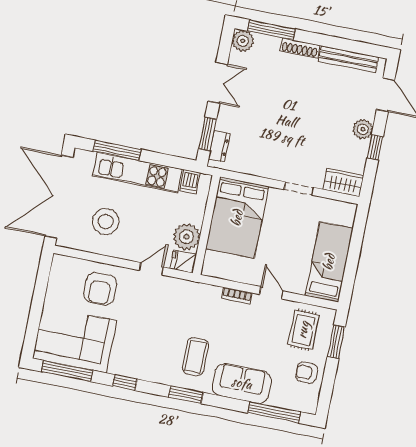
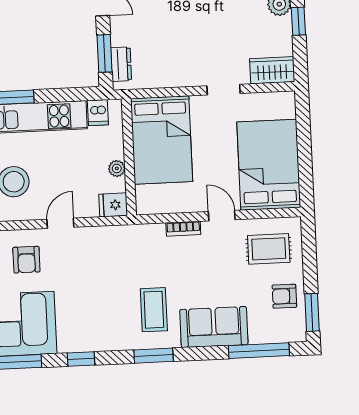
plant: (187, 237) -> (117, 168), width x0.53, depth x0.53
bed: (329, 262) -> (269, 165), width x1.50
door: (151, 269) -> (60, 223), moved
armchair: (100, 289) -> (26, 260), width x0.72, depth x0.72
rug: (303, 330) -> (269, 249), turned 90
window: (336, 342) -> (312, 312), moved

